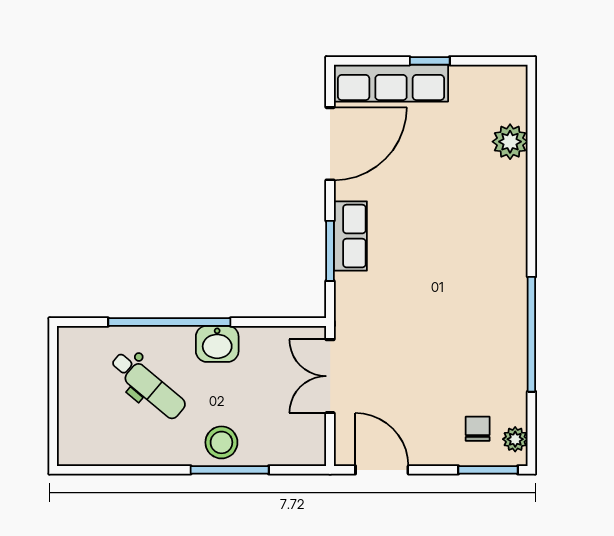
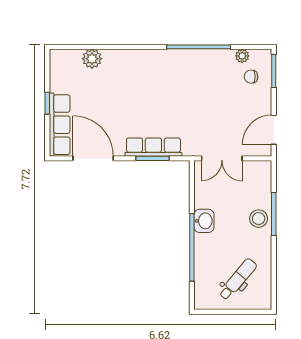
row of seats: (350, 236) -> (153, 147), width x1.48
dental chair: (148, 385) -> (238, 279), moved
plant: (515, 439) -> (242, 56), moved

